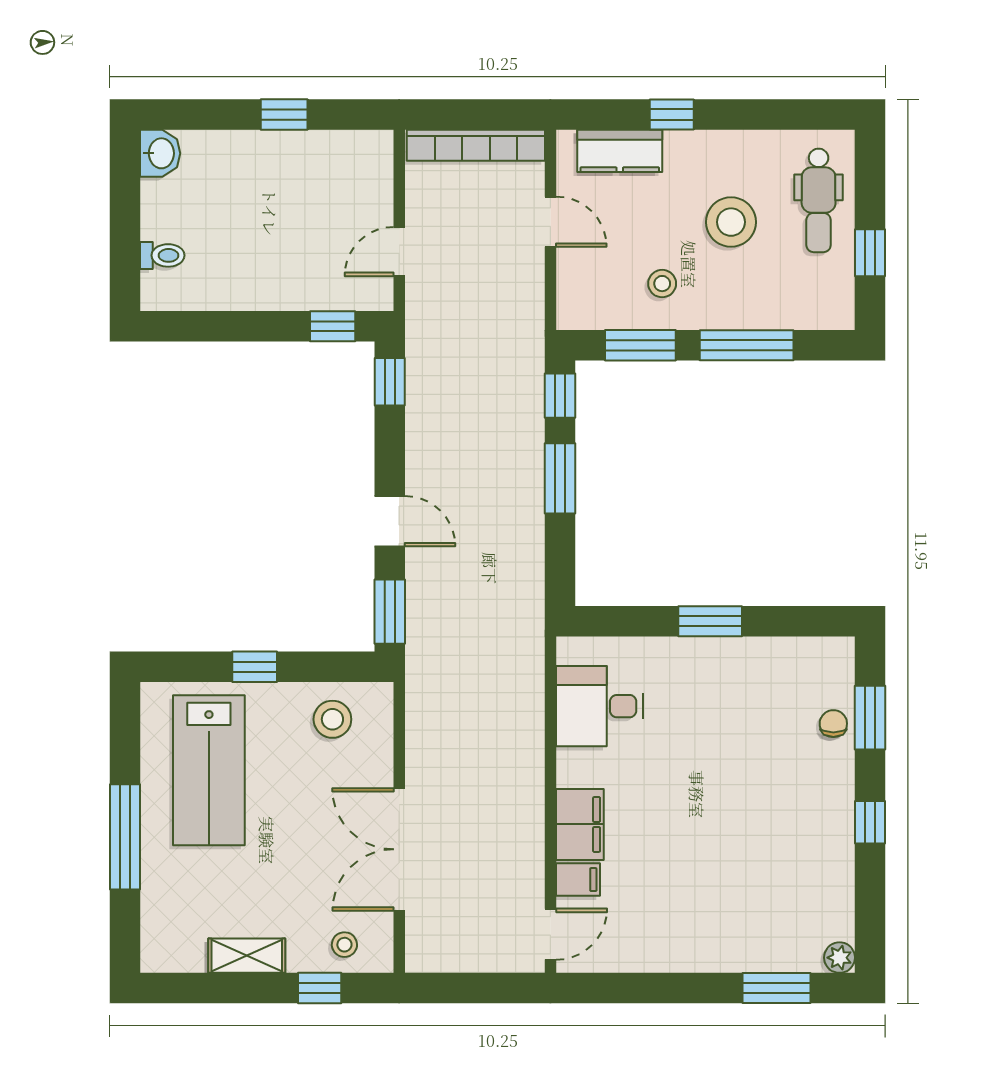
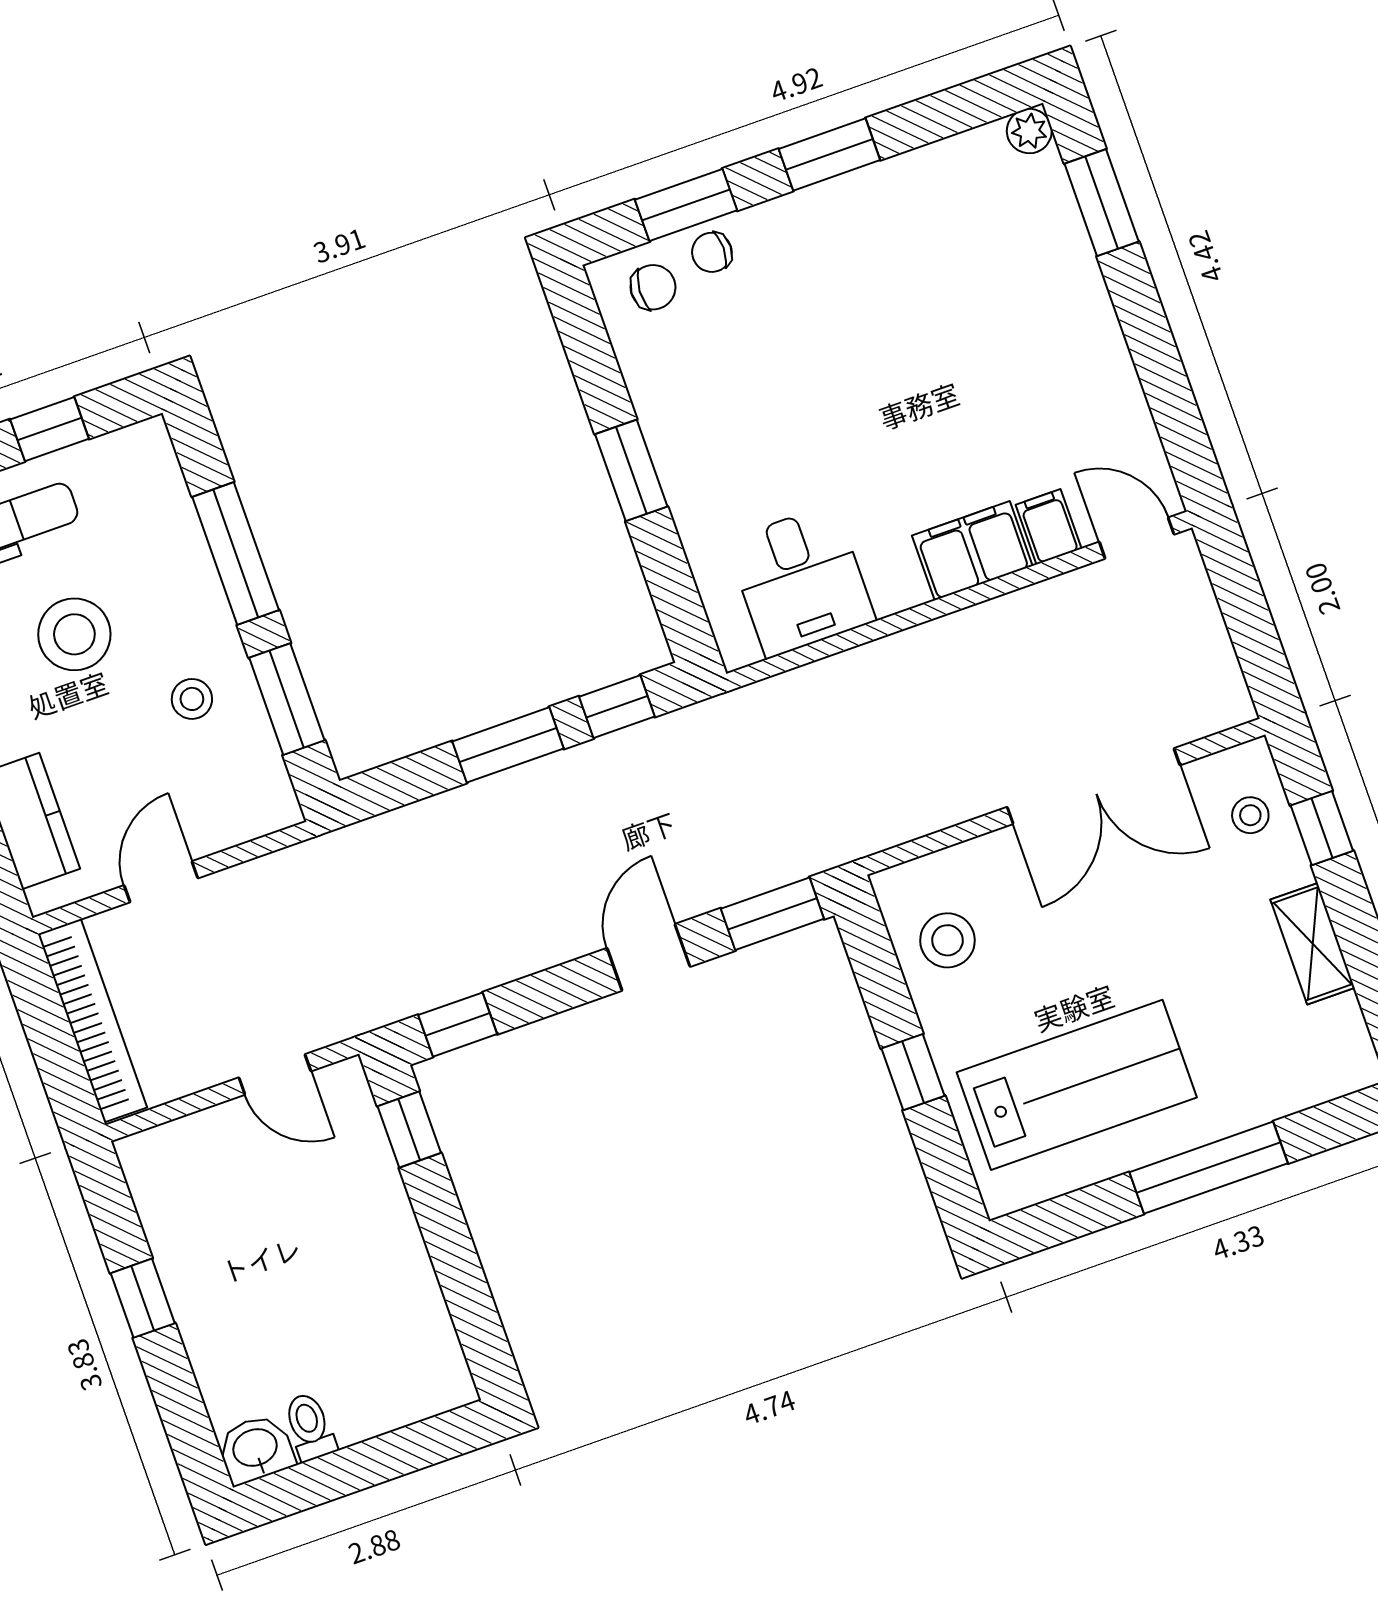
toilet: (162, 255) -> (310, 1427), moved
window: (560, 396) -> (617, 707), moved
chair: (824, 677) -> (653, 287), added
window: (870, 822) -> (829, 154), width x1.50

